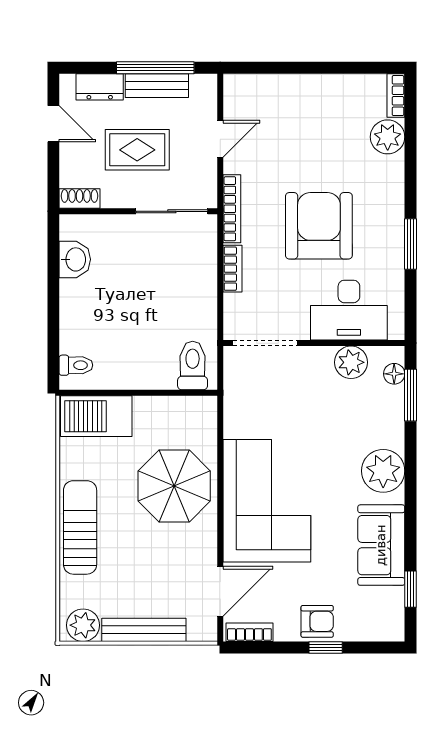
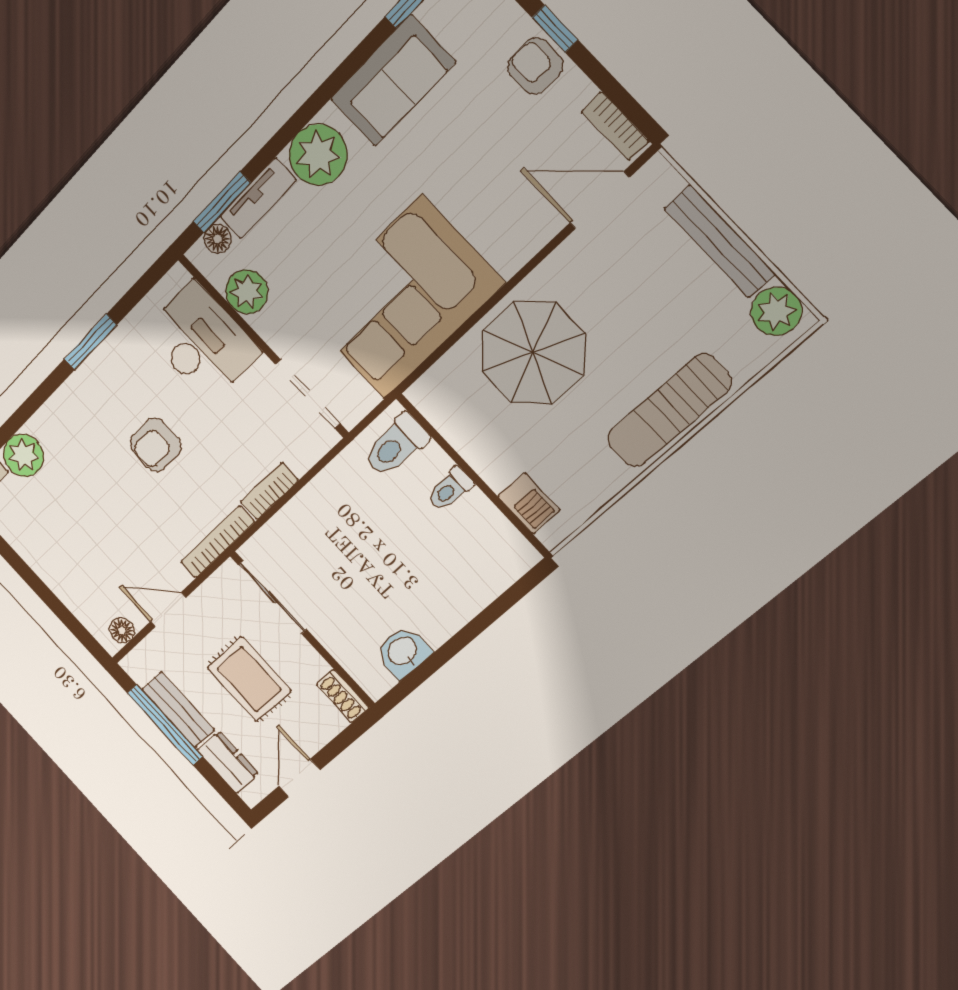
floor lamp: (234, 97) -> (122, 630), added
armchair: (319, 226) -> (156, 445), width x0.53, depth x0.53
toilet: (76, 365) -> (450, 489), moved, turned -90
barbecue: (96, 416) -> (529, 503), width x0.53, depth x0.65
tv unit: (393, 417) -> (258, 198), added
corner sofa: (267, 501) -> (403, 298), moved

